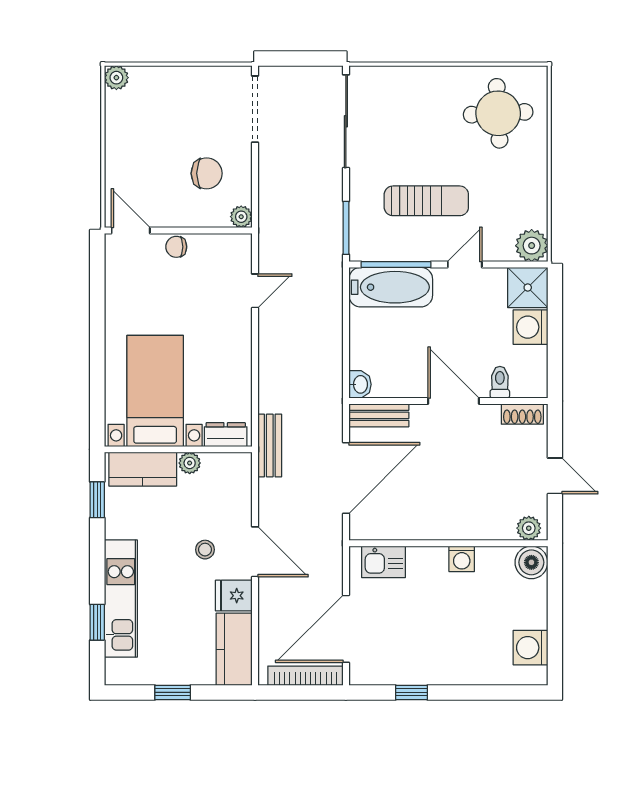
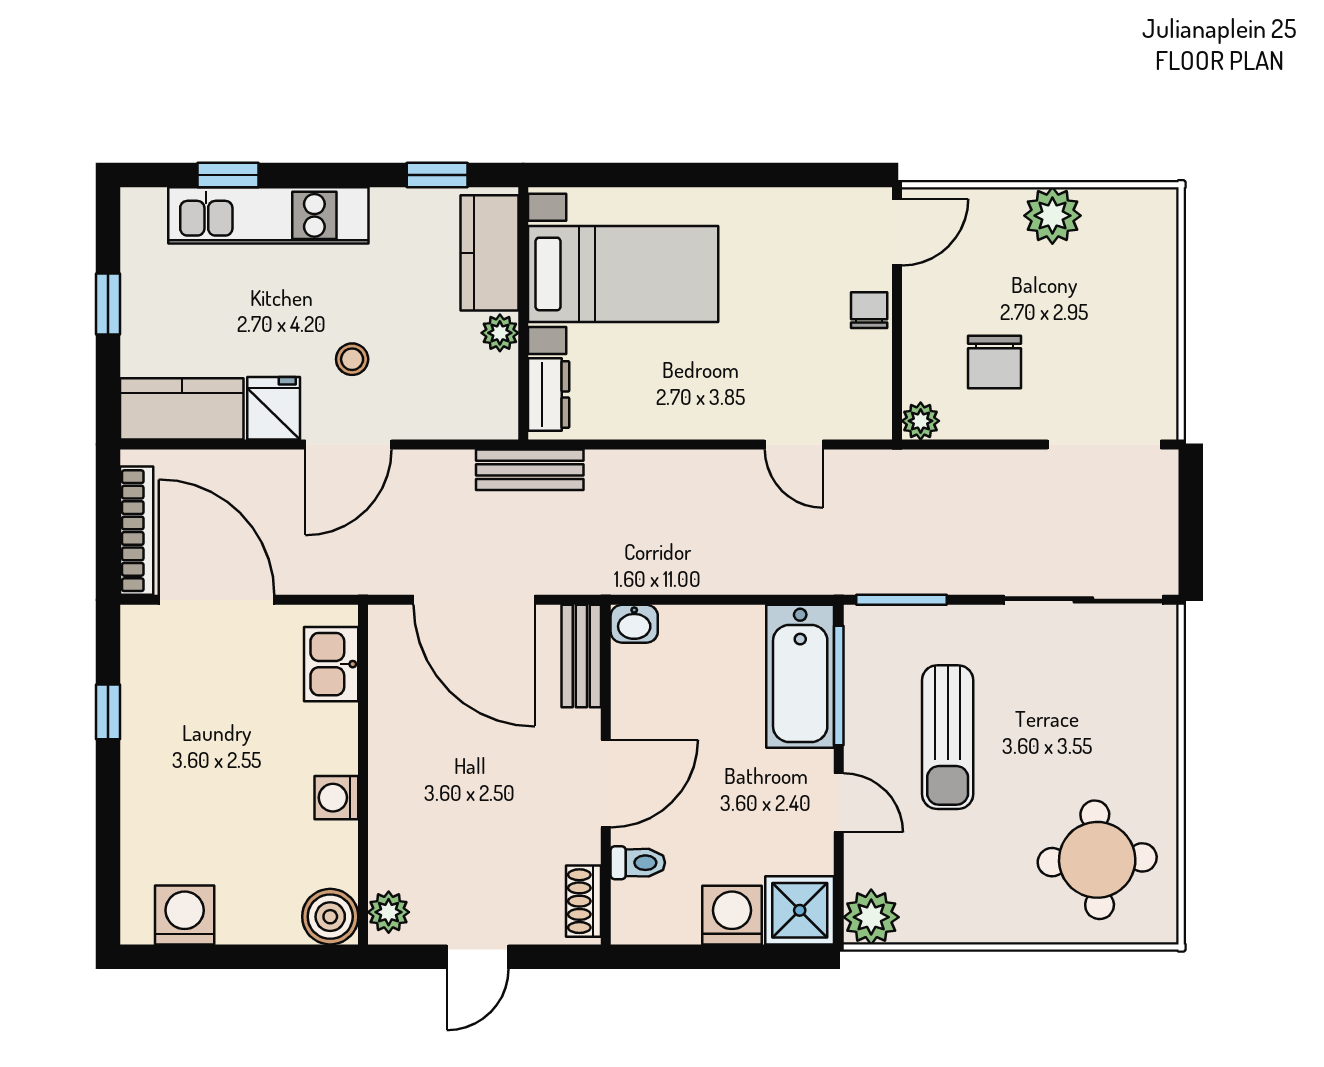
plant: (116, 78) -> (1052, 216), moved, width x1.38, depth x1.38

